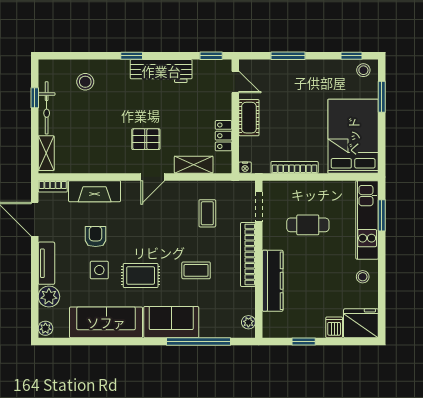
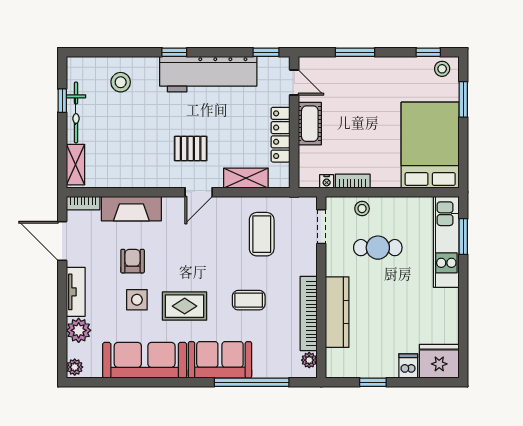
workbench: (161, 71) -> (208, 74), width x1.36, depth x1.32
locker: (224, 136) -> (280, 135), width x1.53
bookcase: (295, 167) -> (353, 181), width x0.64
nightstand: (245, 168) -> (327, 181), moved
coffee table: (207, 213) -> (262, 234), width x1.36, depth x1.30
bookcase: (248, 254) -> (309, 313), moved
stool: (363, 277) -> (362, 209), moved

